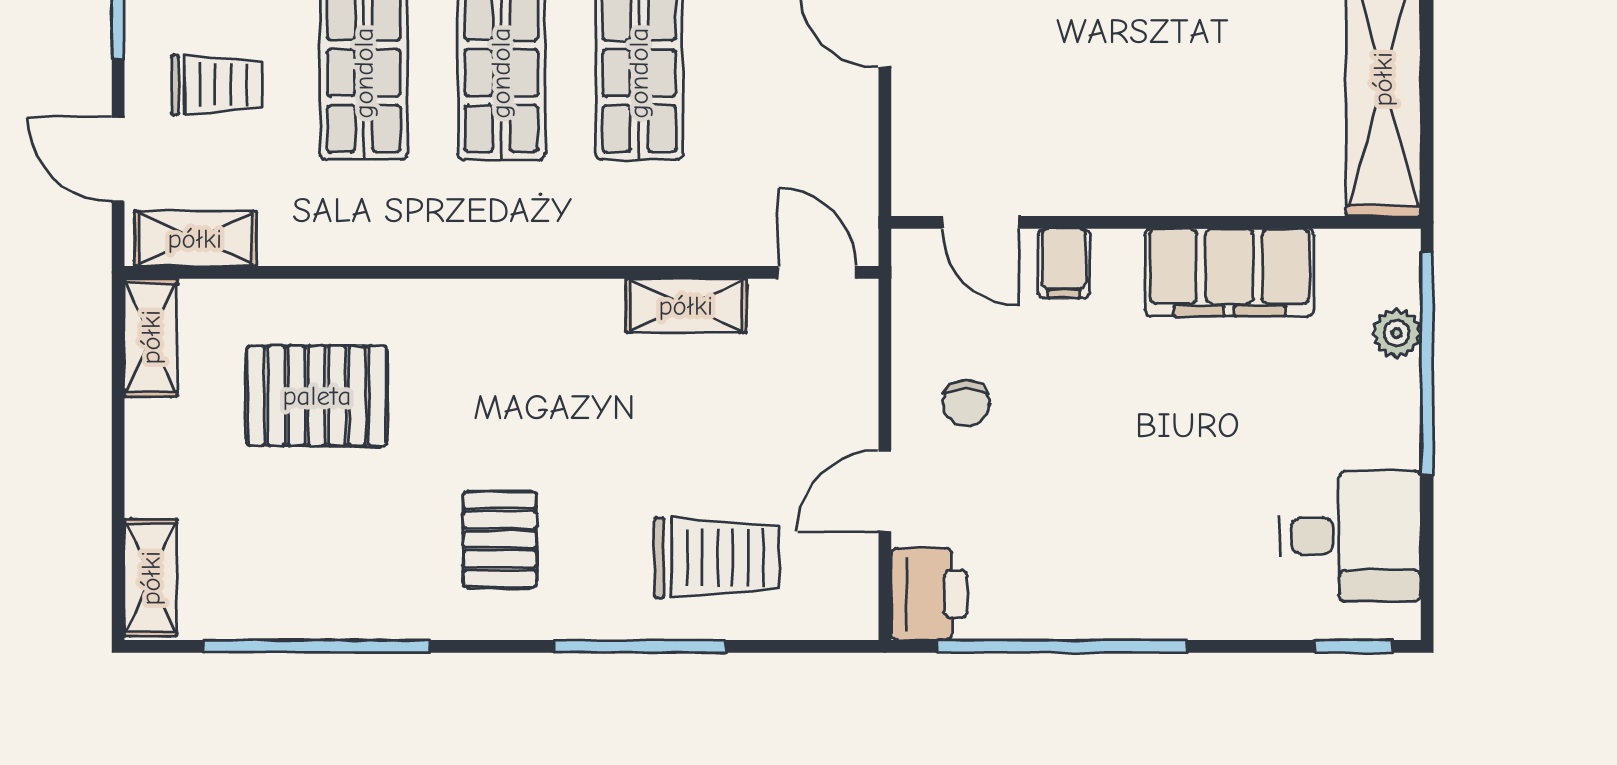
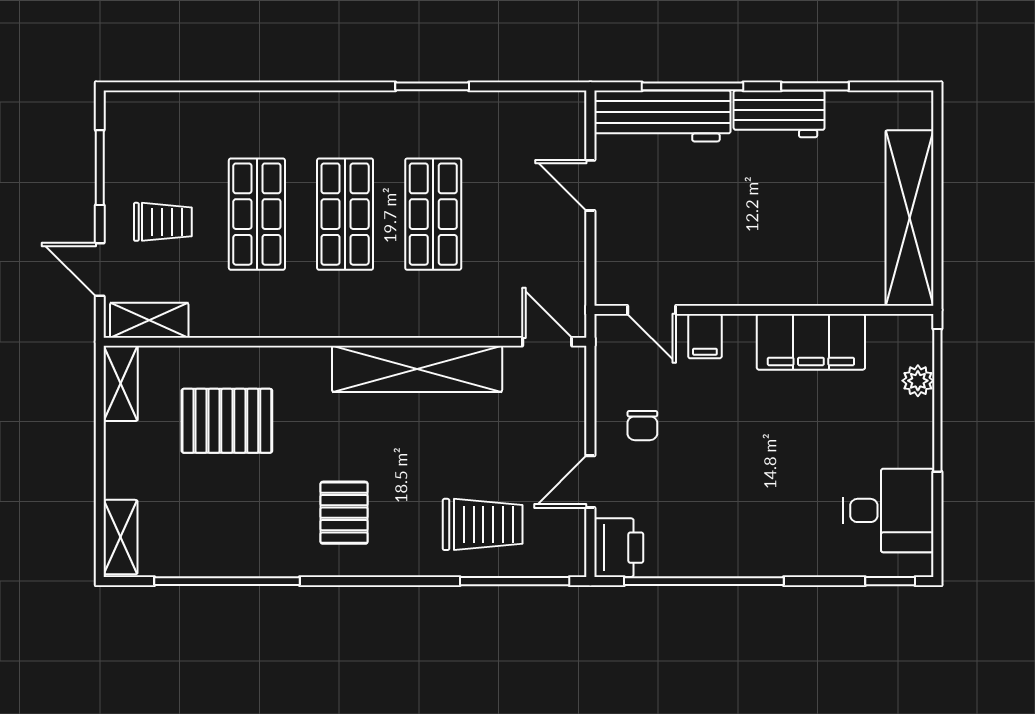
shelving: (686, 306) -> (417, 369), width x2.20, depth x1.33
window: (640, 646) -> (515, 581), moved

